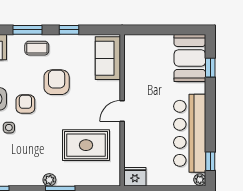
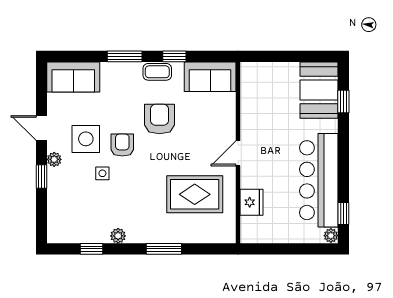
coffee table: (37, 48) -> (157, 72), moved
sofa: (108, 58) -> (210, 77), moved, turned -90
fridge: (135, 177) -> (251, 202), moved, turned 90
plant: (49, 180) -> (118, 236), moved

